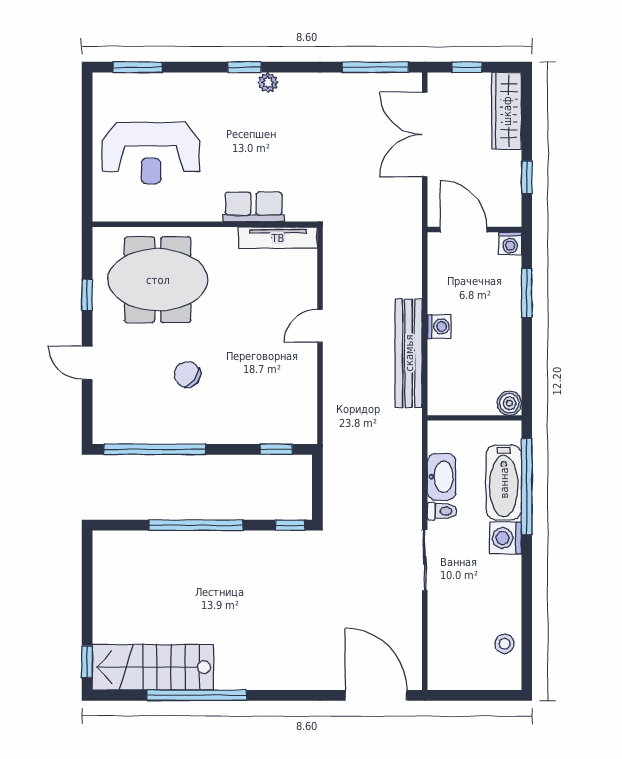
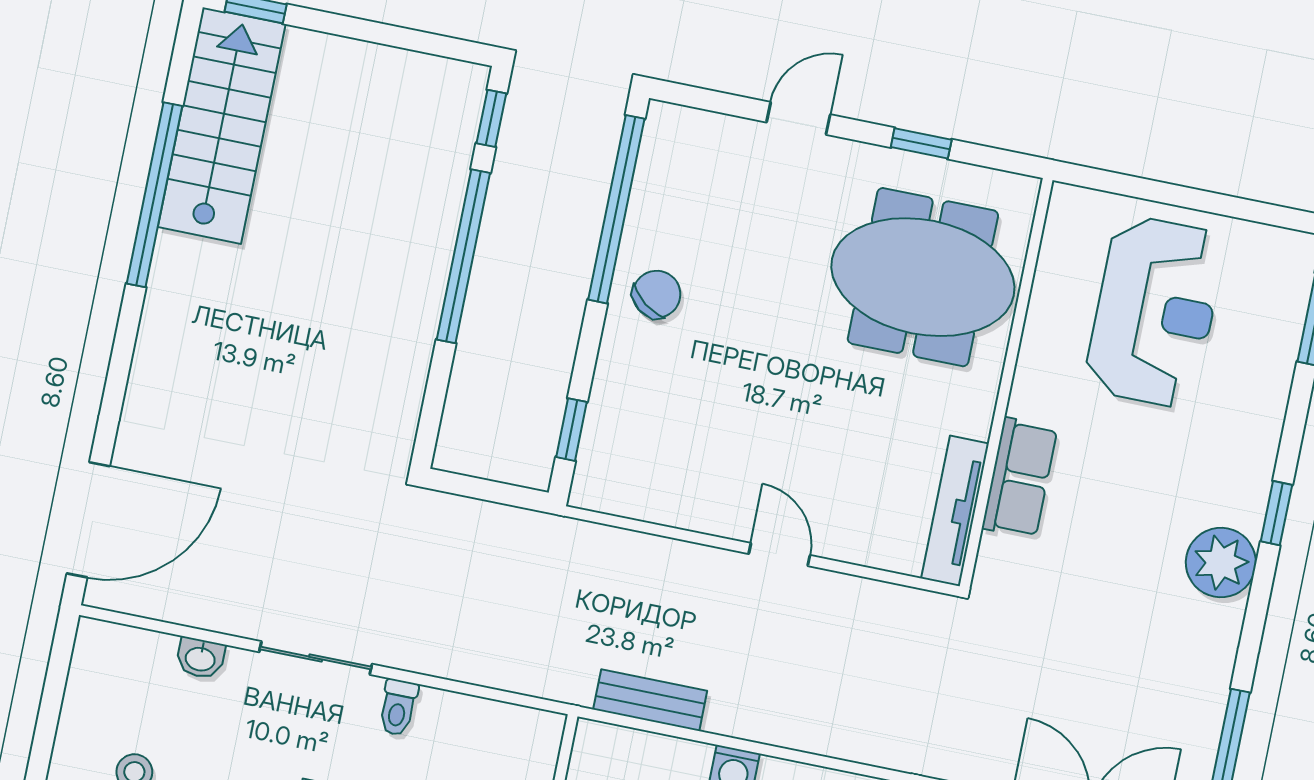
plant: (268, 82) -> (1221, 563), width x1.88, depth x1.88
reception desk: (151, 153) -> (1155, 312), turned 180
meeting table: (158, 280) -> (923, 277), turned 90
bench: (409, 353) -> (650, 700), width x0.54, depth x0.82
chair: (187, 374) -> (657, 294), moved
washbasin: (442, 477) -> (200, 658), moved, width x0.52, depth x0.69
window: (290, 525) -> (491, 118), moved

